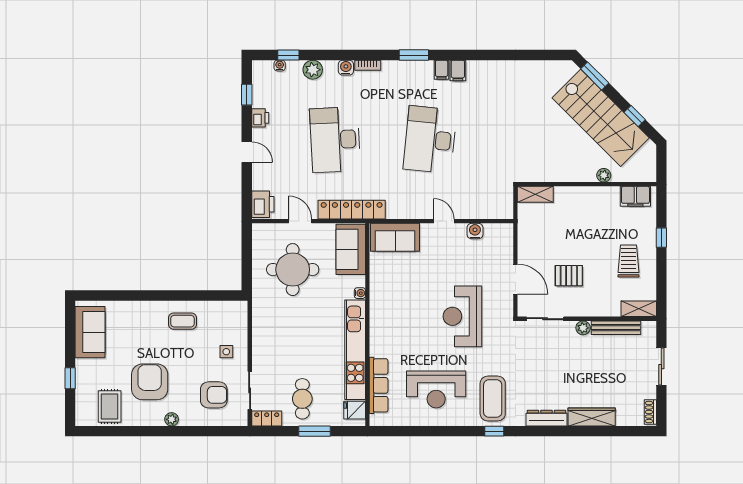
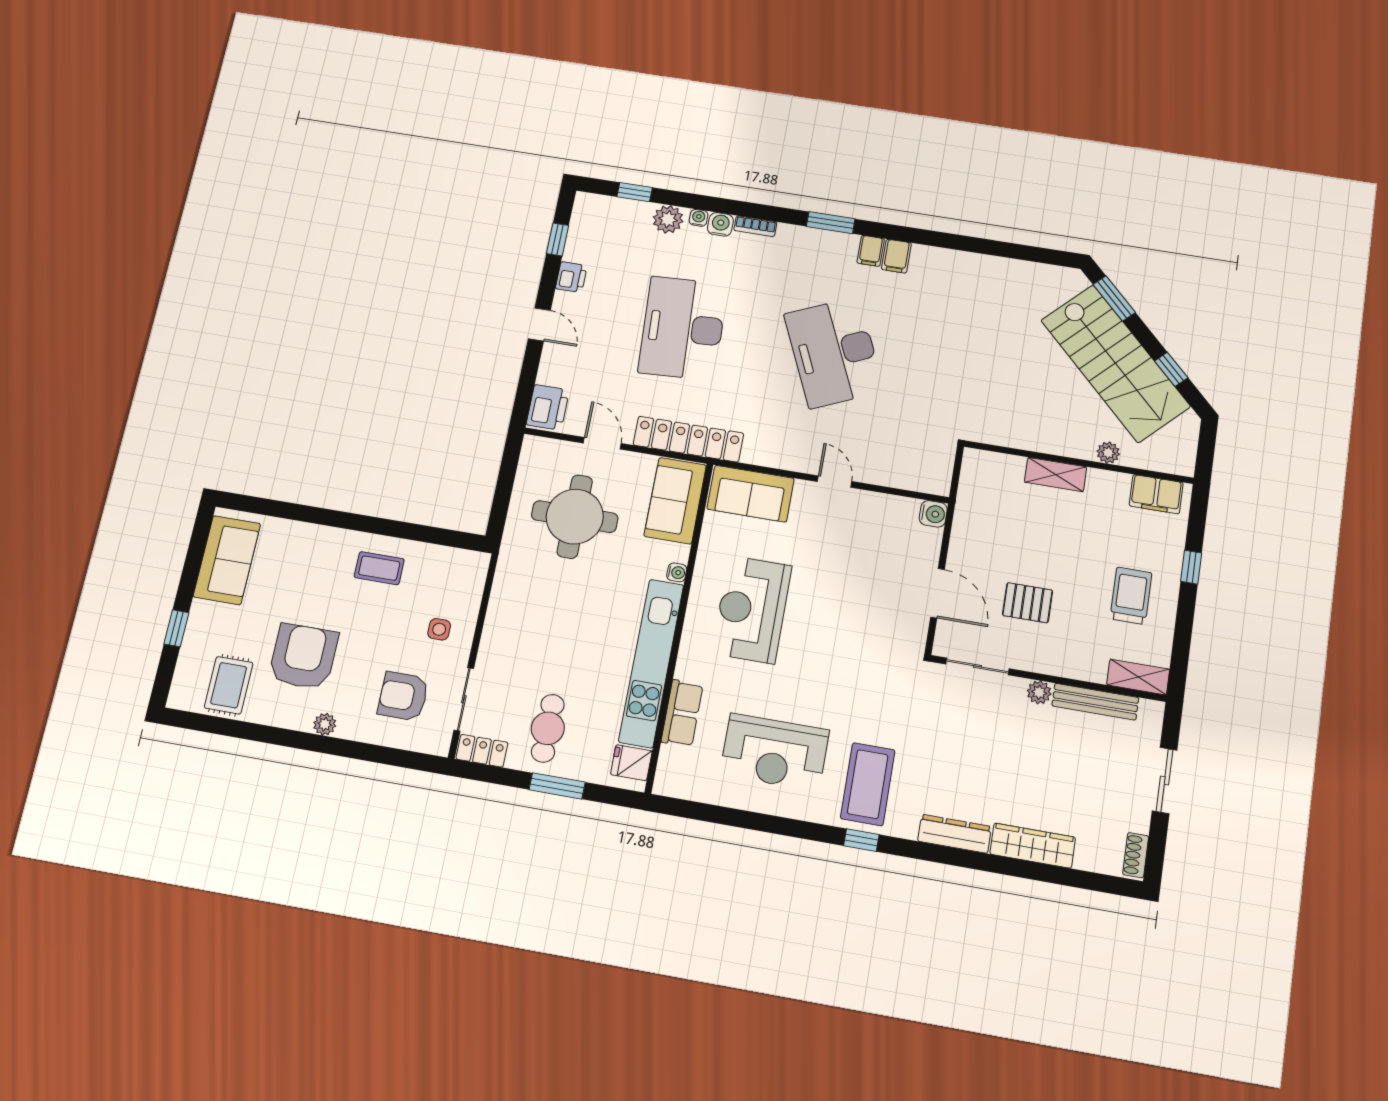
water cooler: (280, 66) -> (699, 218), moved
desk: (430, 140) -> (834, 352), turned -30
shelving: (535, 194) -> (1056, 474), moved
water cooler: (475, 231) -> (933, 514), moved, turned 90
reception desk: (462, 316) -> (752, 609), moved
row of seats: (379, 385) -> (682, 713), width x0.68
armchair: (214, 395) -> (403, 696), turned 180

